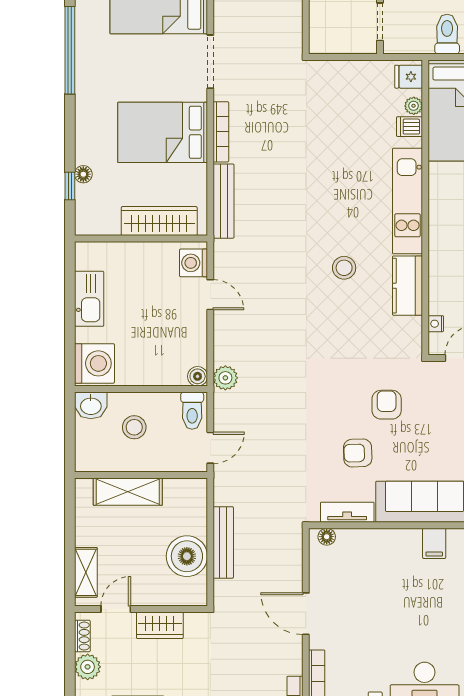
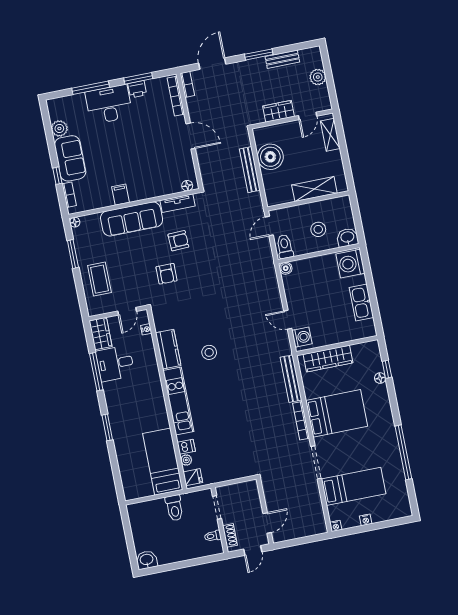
plant: (225, 378) -> (268, 271), removed
shoe rack: (82, 636) -> (325, 95), removed

